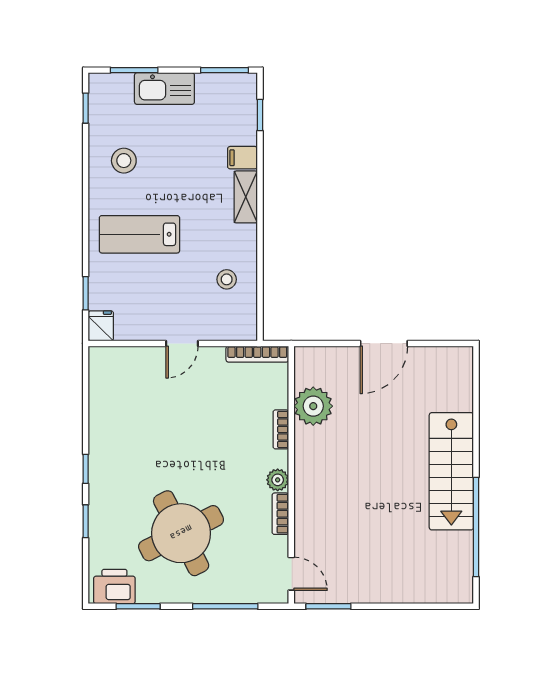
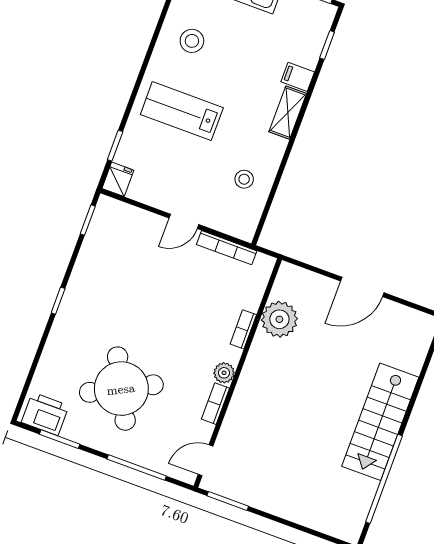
bookcase: (257, 354) -> (227, 248), moved
window: (86, 521) -> (88, 220), moved
door: (291, 574) -> (206, 460), swing flipped

